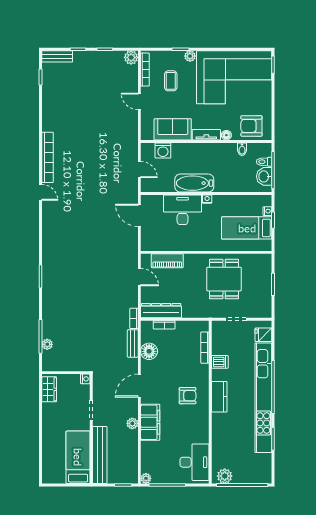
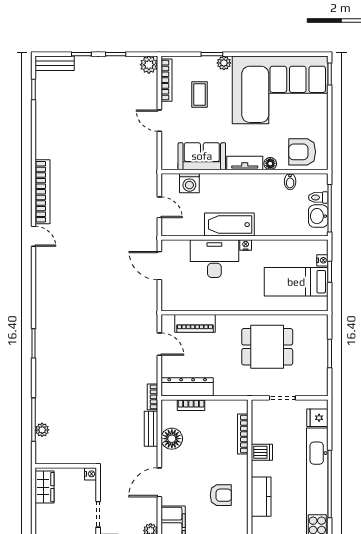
dining table: (224, 279) -> (267, 347), turned 90

